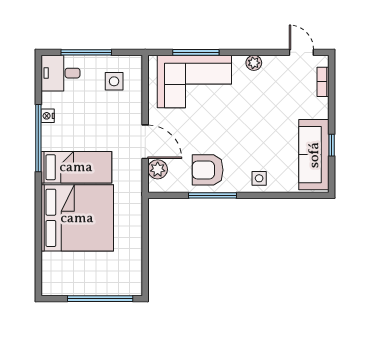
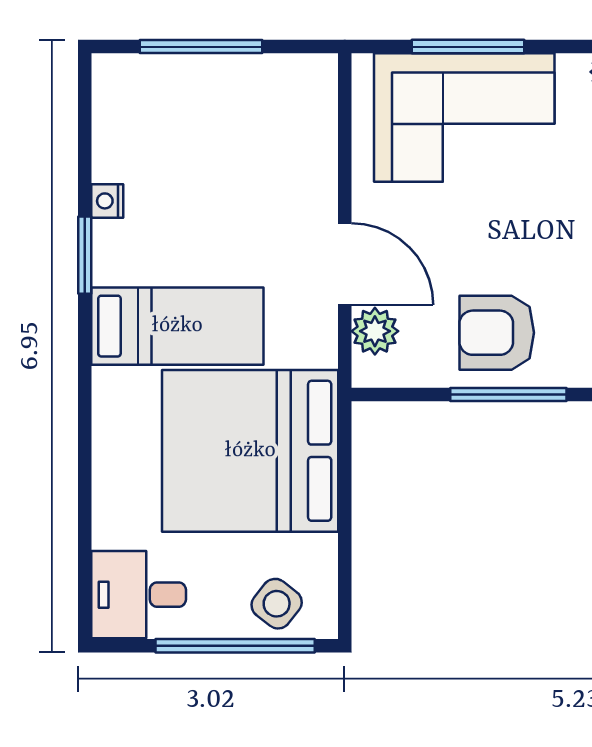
desk: (60, 73) -> (139, 595), moved
side table: (114, 81) -> (277, 604), moved, turned 38
window: (38, 138) -> (85, 255), width x0.47
bed: (77, 218) -> (250, 451), moved, turned 180

